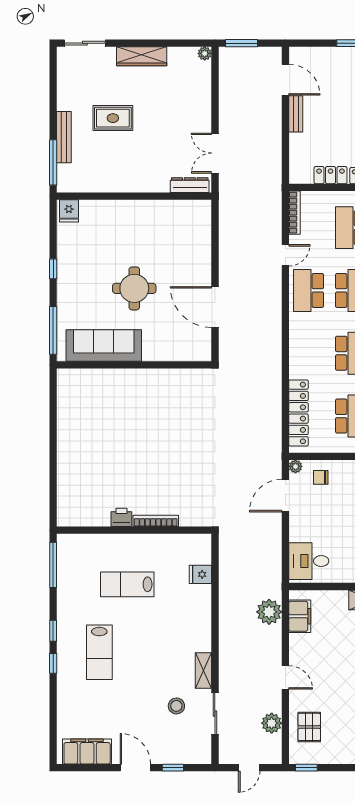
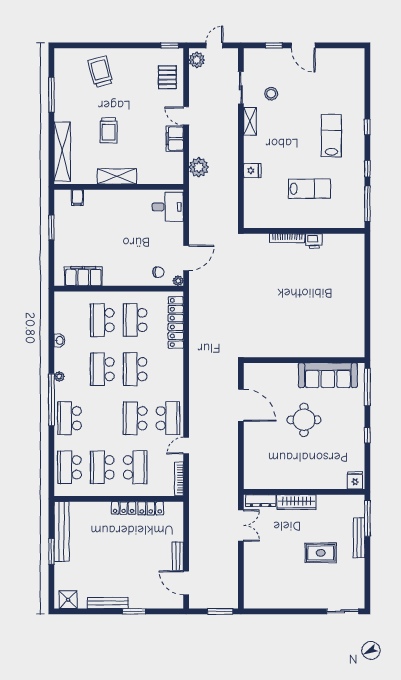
plant: (205, 53) -> (249, 603), removed
wardrobe: (142, 56) -> (296, 502), moved, turned 180
fridge: (200, 574) -> (252, 171), moved
filing cabinet: (300, 616) -> (175, 139), moved
window: (53, 631) -> (367, 169), moved
plant: (272, 723) -> (197, 60), moved
filing cabinet: (87, 751) -> (341, 58), removed

